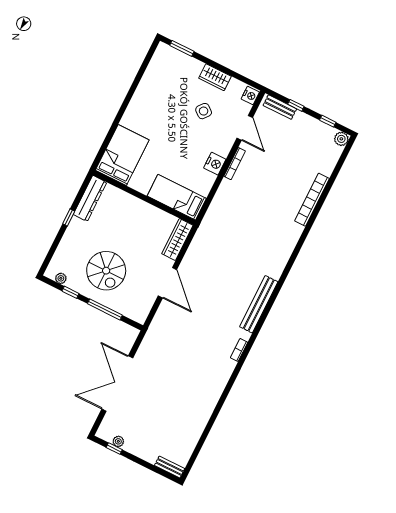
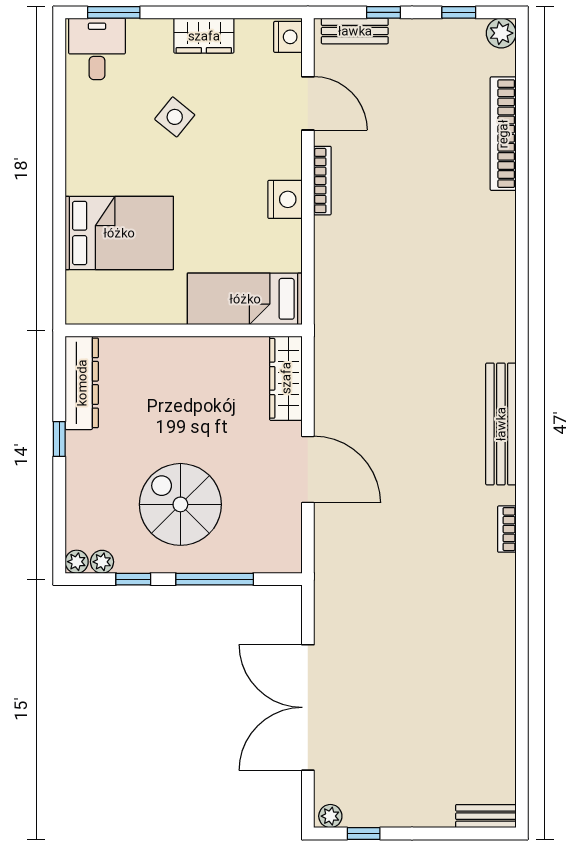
desk: (167, 60) -> (97, 49), added
side table: (204, 111) -> (175, 117), moved
bed: (122, 155) -> (119, 233), moved, turned 90
bookcase: (312, 200) -> (503, 134), moved
spiral stairs: (106, 271) -> (180, 504), turned 180
plant: (50, 273) -> (77, 562), added
plant: (118, 441) -> (330, 816), moved

